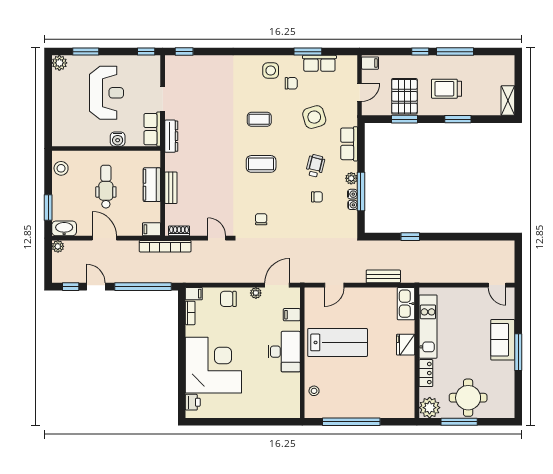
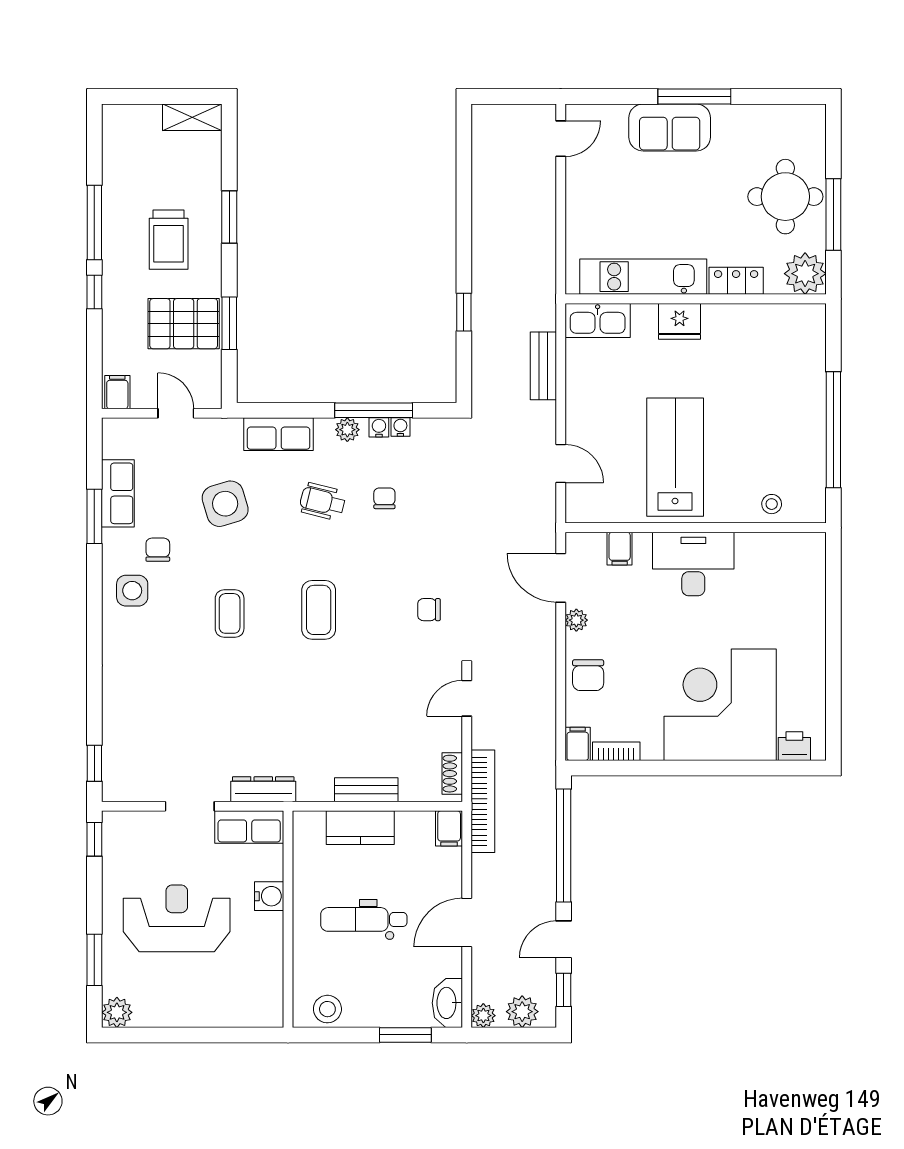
plant: (60, 266) -> (522, 1012), added

